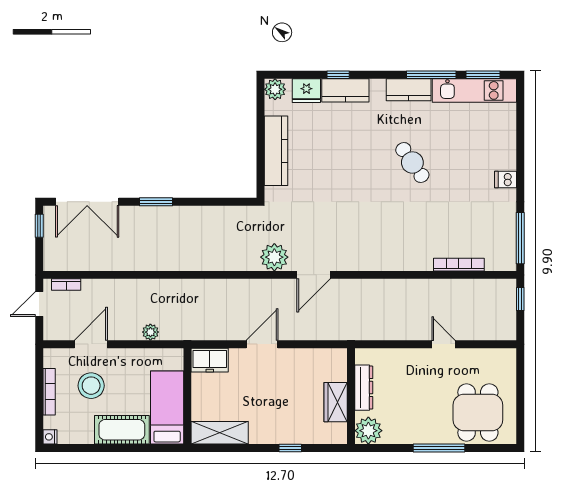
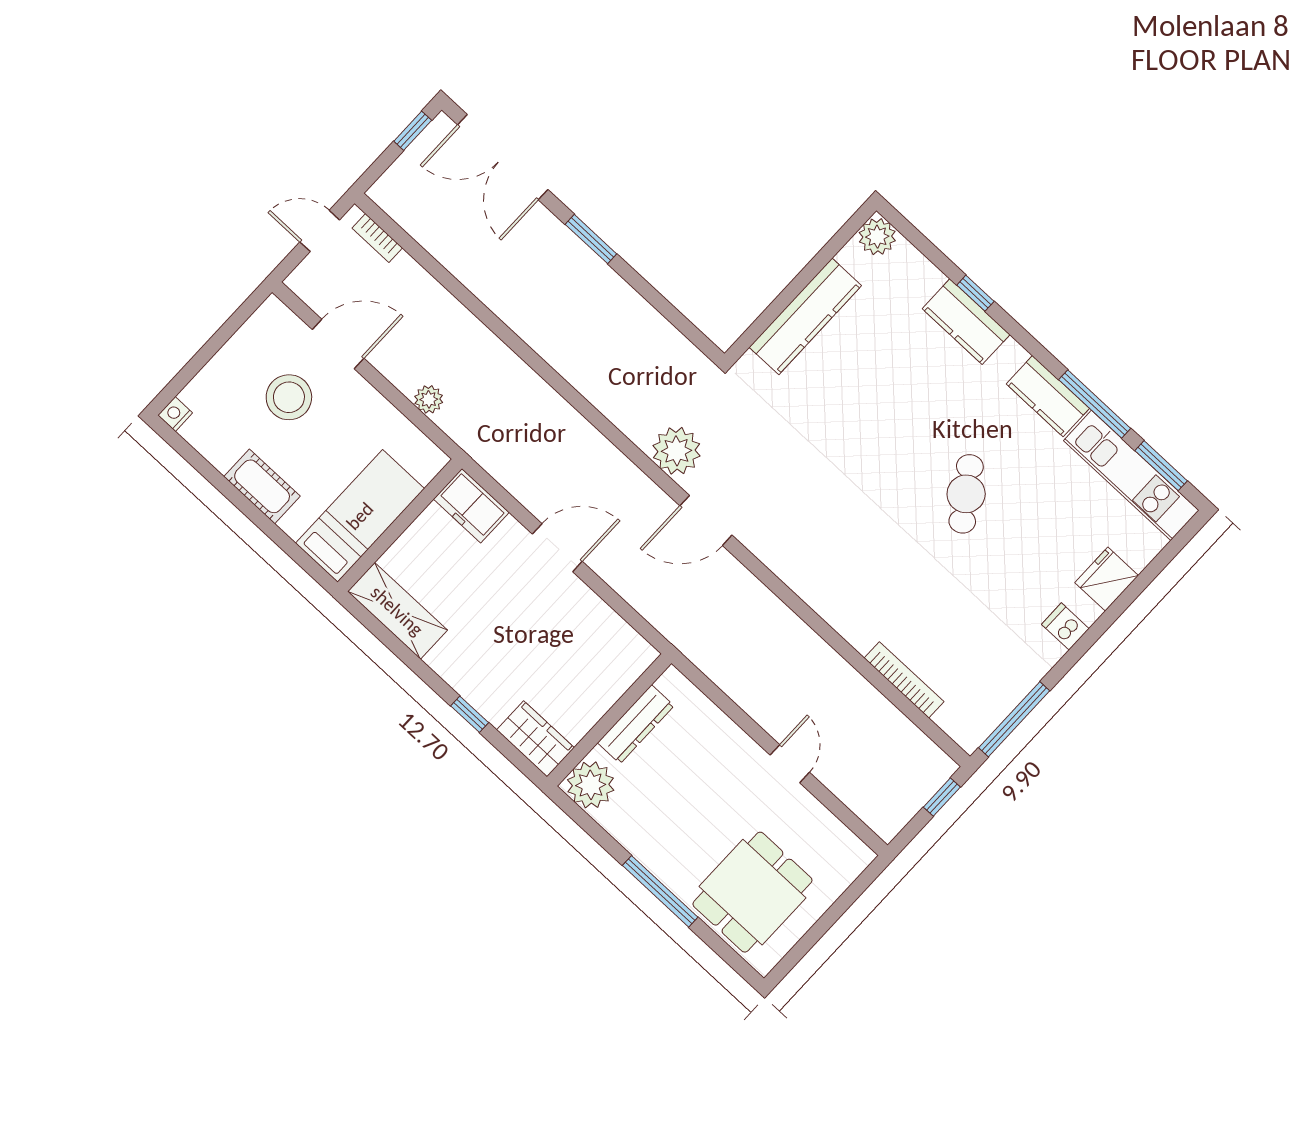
fridge: (306, 91) -> (1107, 579), moved, turned 90
bookcase: (49, 392) -> (228, 355), removed
wardrobe: (336, 402) -> (535, 739), moved, turned 90
cot: (122, 430) -> (262, 486), width x0.73, depth x0.75

